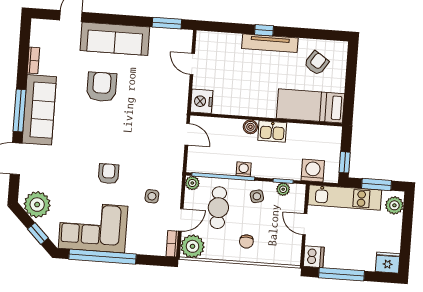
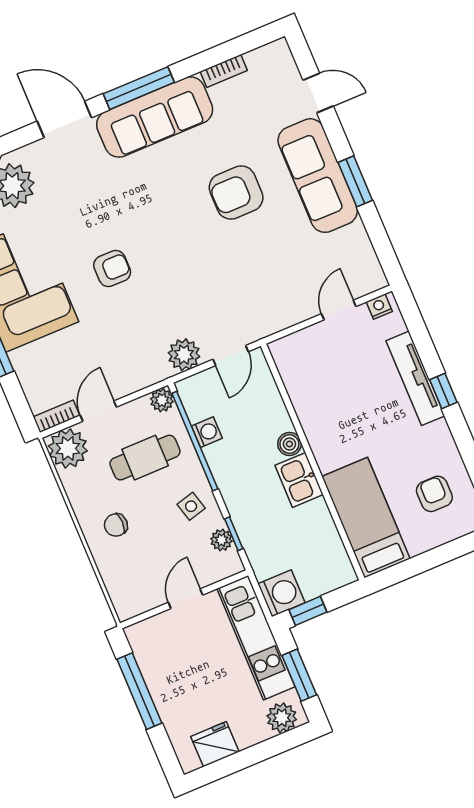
window: (167, 23) -> (355, 181), moved
tv unit: (270, 43) -> (415, 378), moved
armchair: (316, 63) -> (434, 494), turned -124
armchair: (102, 87) -> (236, 193), turned 180
nightstand: (202, 101) -> (379, 307), moved, width x0.53, depth x0.56
plant: (174, 159) -> (184, 355), added
washing machine: (244, 169) -> (207, 432), moved
washing machine: (313, 171) -> (281, 593), moved
side table: (152, 196) -> (112, 350), removed
door: (181, 220) -> (98, 411), swing flipped
dishwasher: (314, 257) -> (144, 637), removed
fridge: (388, 263) -> (215, 744), moved, turned -90

